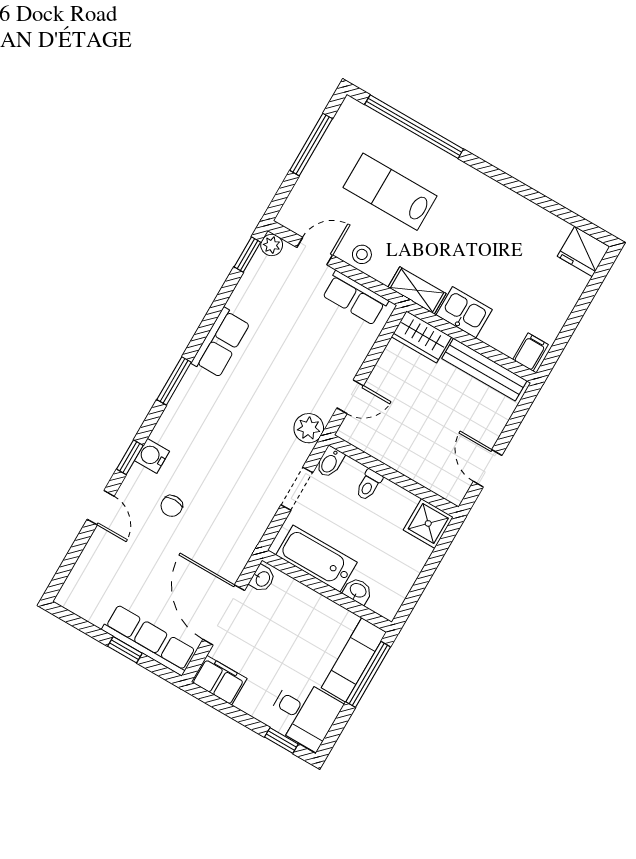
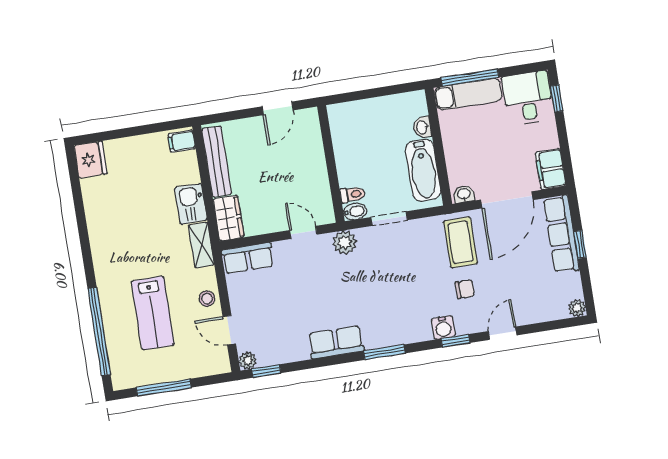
row of seats: (355, 298) -> (248, 258), moved, turned 90
toilet: (369, 485) -> (353, 194), moved
shower: (428, 523) -> (343, 118), removed
coffee table: (219, 538) -> (460, 242), added
plant: (67, 598) -> (577, 308), added

